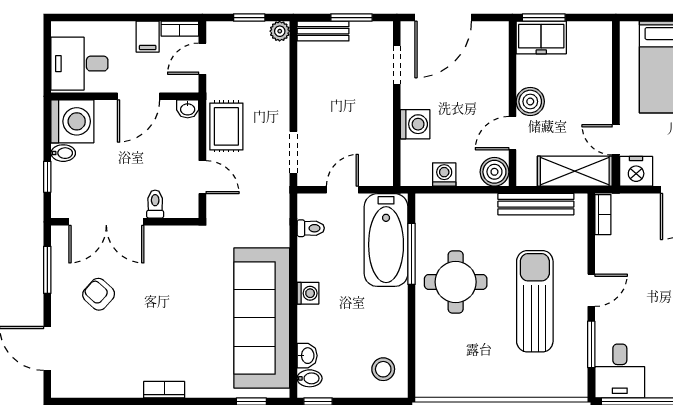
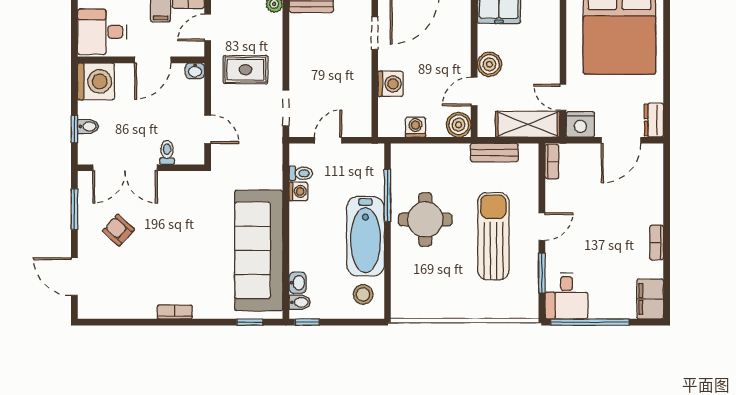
rug: (226, 126) -> (246, 70), moved, turned 90
bidet: (63, 153) -> (88, 126), moved
bench: (536, 204) -> (494, 153), width x0.73
bathtub: (386, 240) -> (365, 236), moved
washing machine: (308, 293) -> (298, 191), moved

